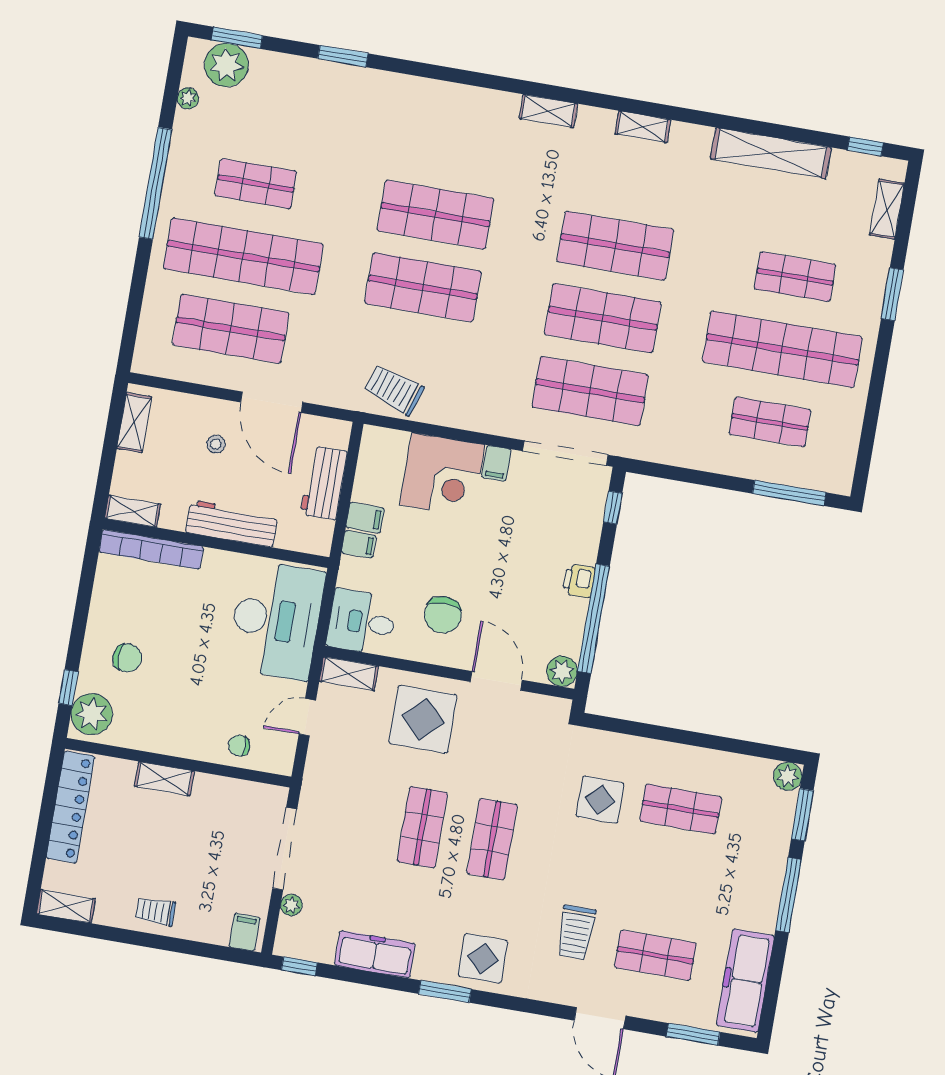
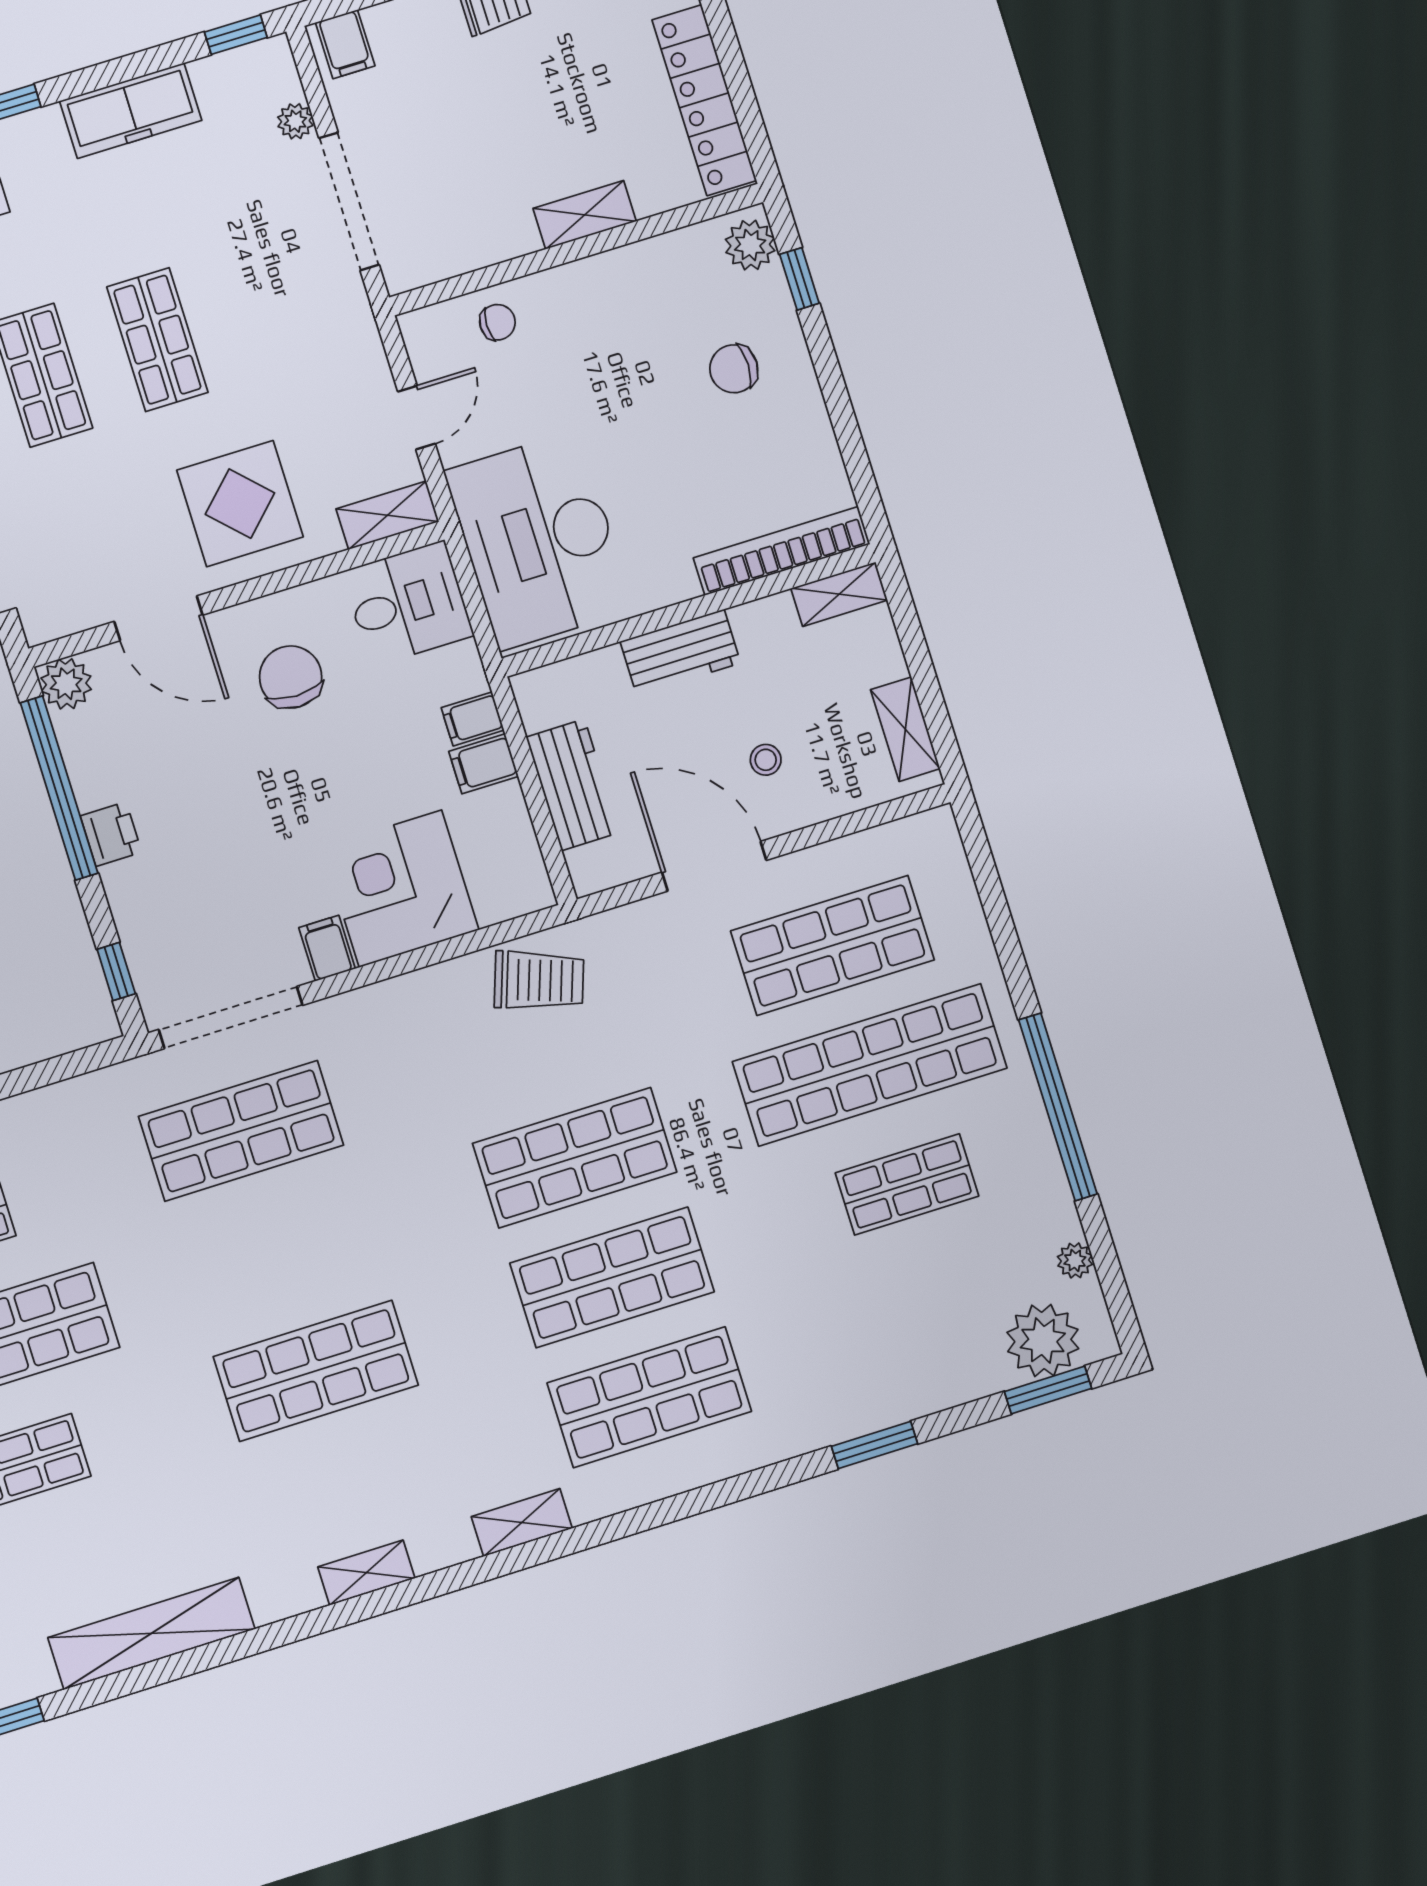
shop shelf: (603, 318) -> (649, 1397), moved
workbench: (232, 523) -> (680, 652), width x0.73
plant: (92, 714) -> (750, 245), width x0.73, depth x0.73

